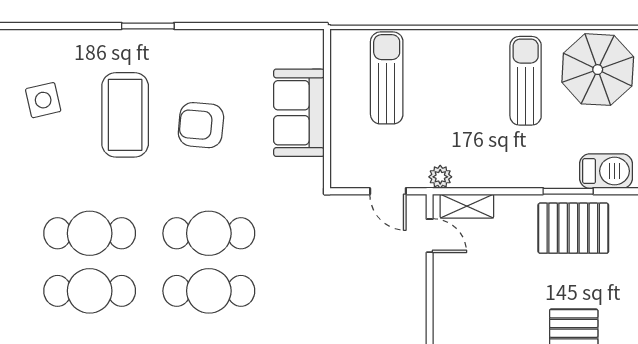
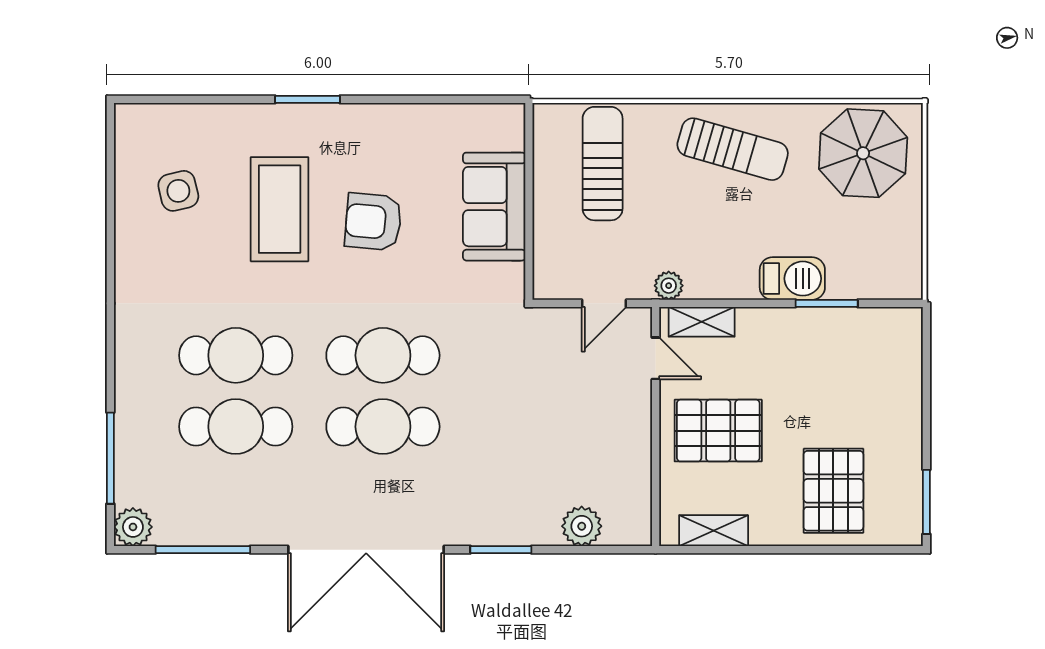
sun lounger: (526, 81) -> (733, 149), moved, turned 106
barbecue: (606, 171) -> (792, 279), moved
door: (388, 191) -> (604, 303), hinge flipped
pallet: (573, 228) -> (718, 431), moved

